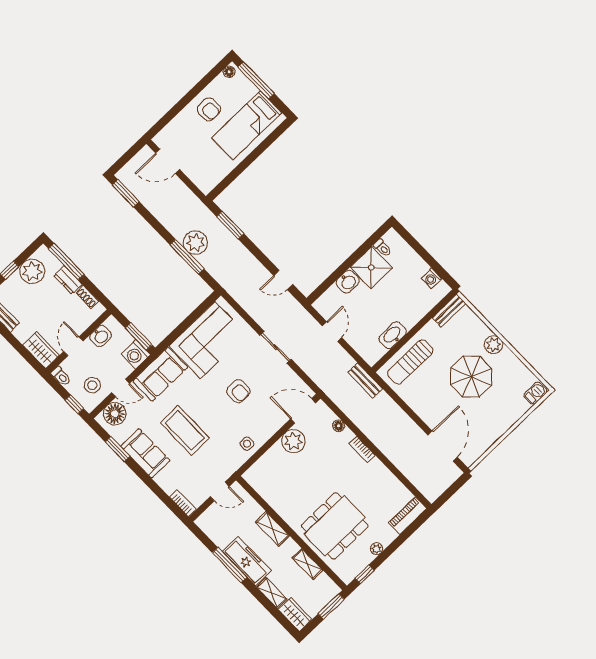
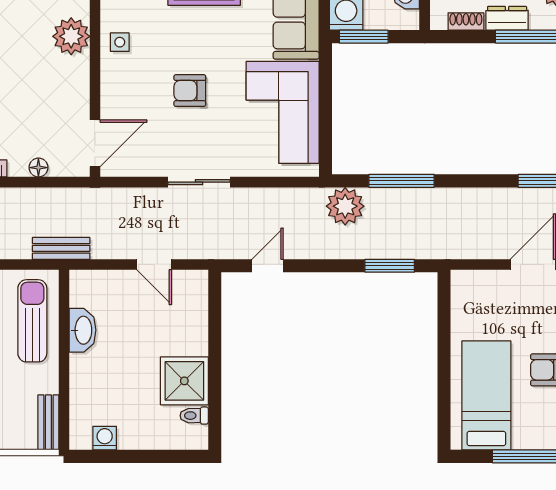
plant: (195, 243) -> (345, 206), moved
washbasin: (348, 282) -> (194, 338), removed
plant: (293, 441) -> (71, 36), moved

